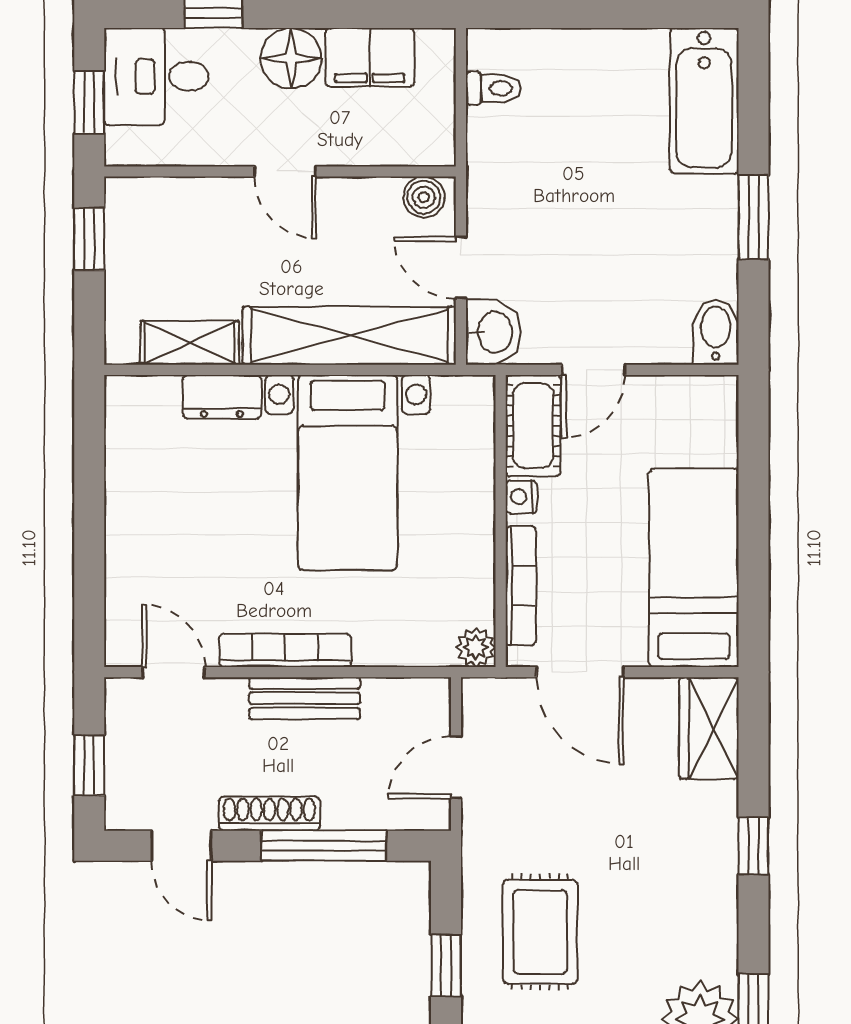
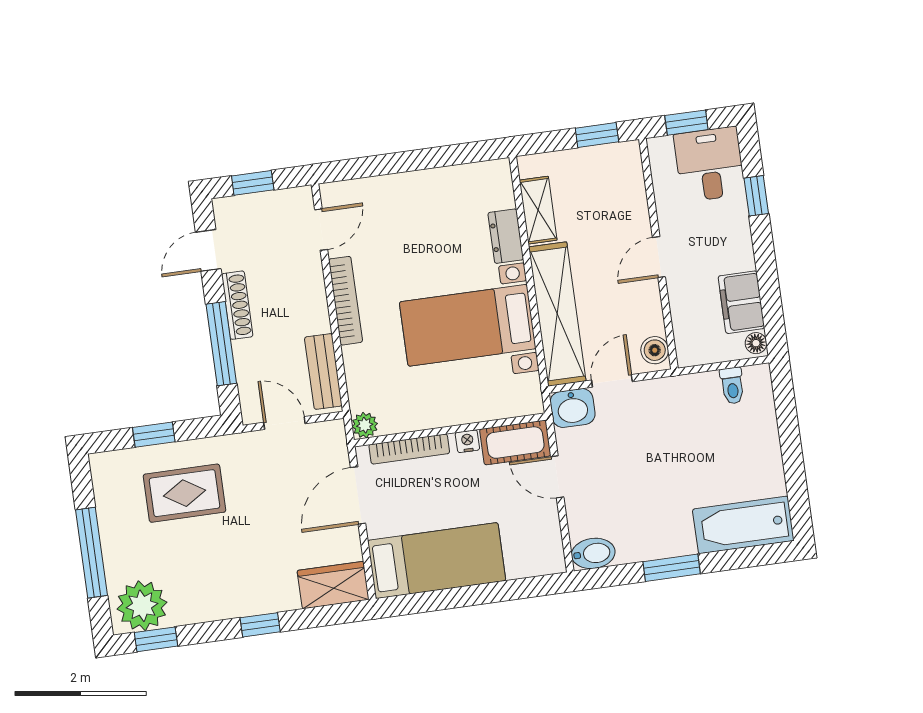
floor lamp: (291, 58) -> (756, 343), moved, width x0.53, depth x0.53
bench: (305, 698) -> (323, 371), moved

